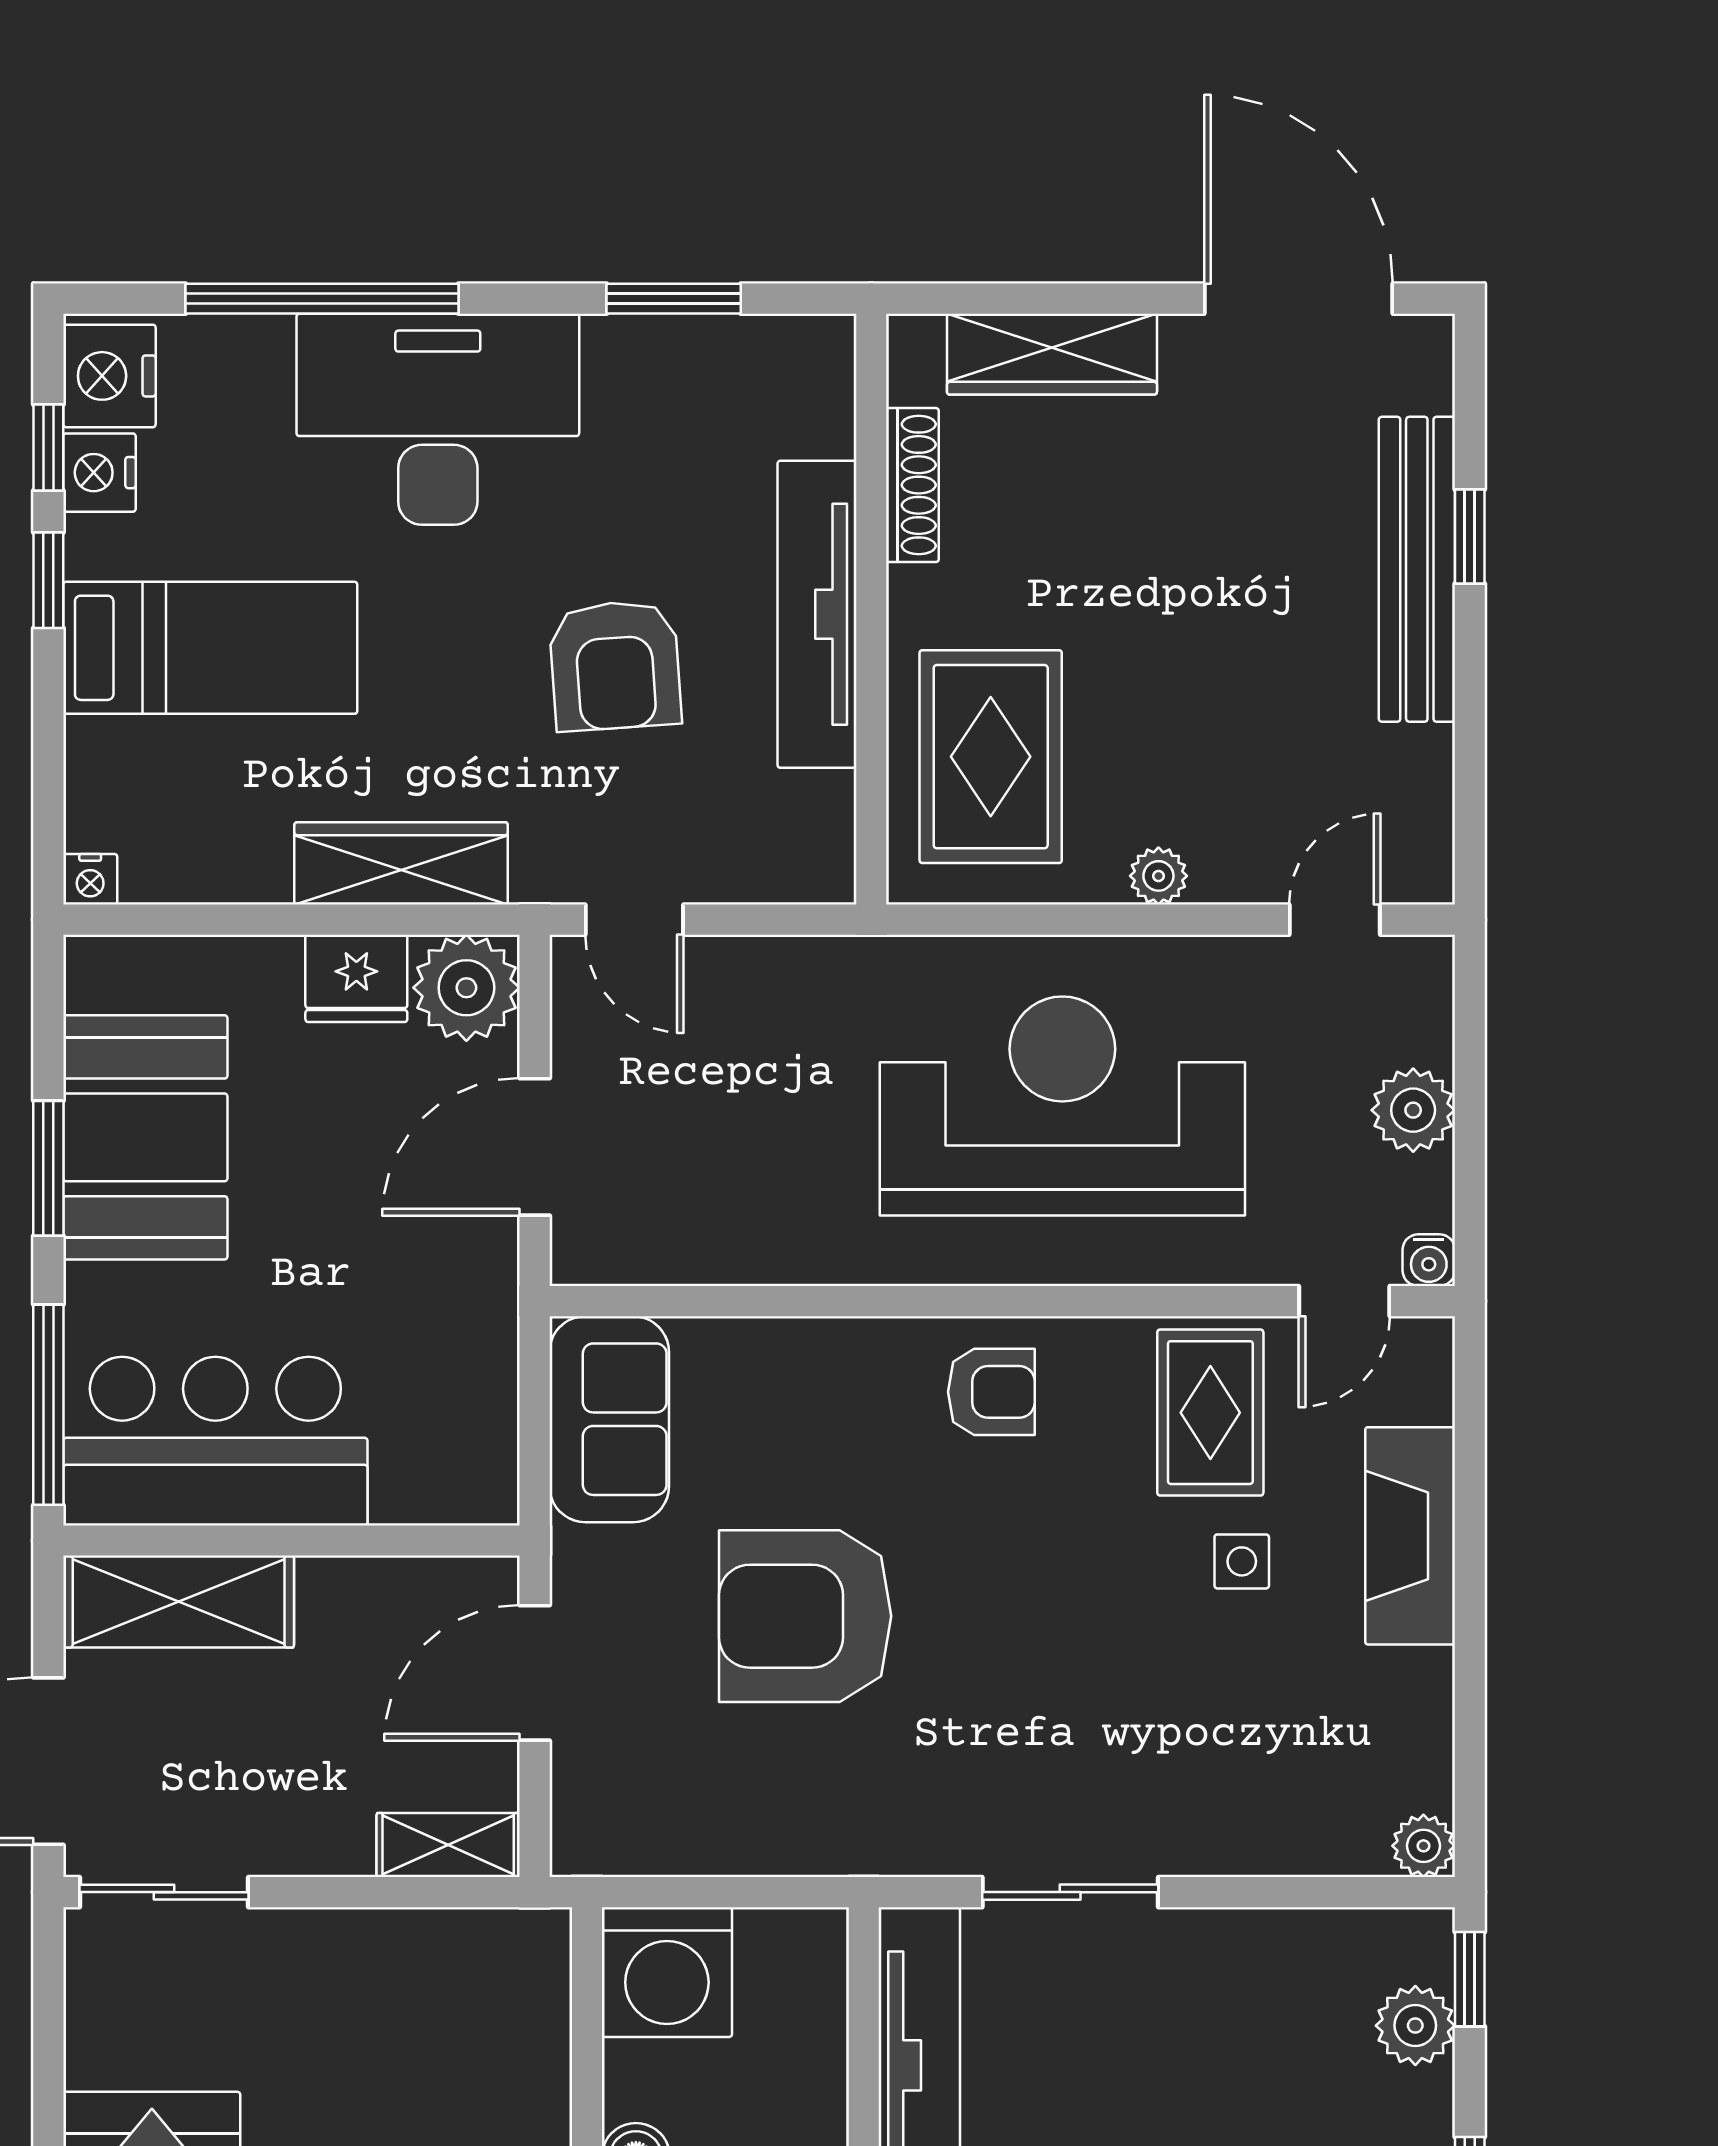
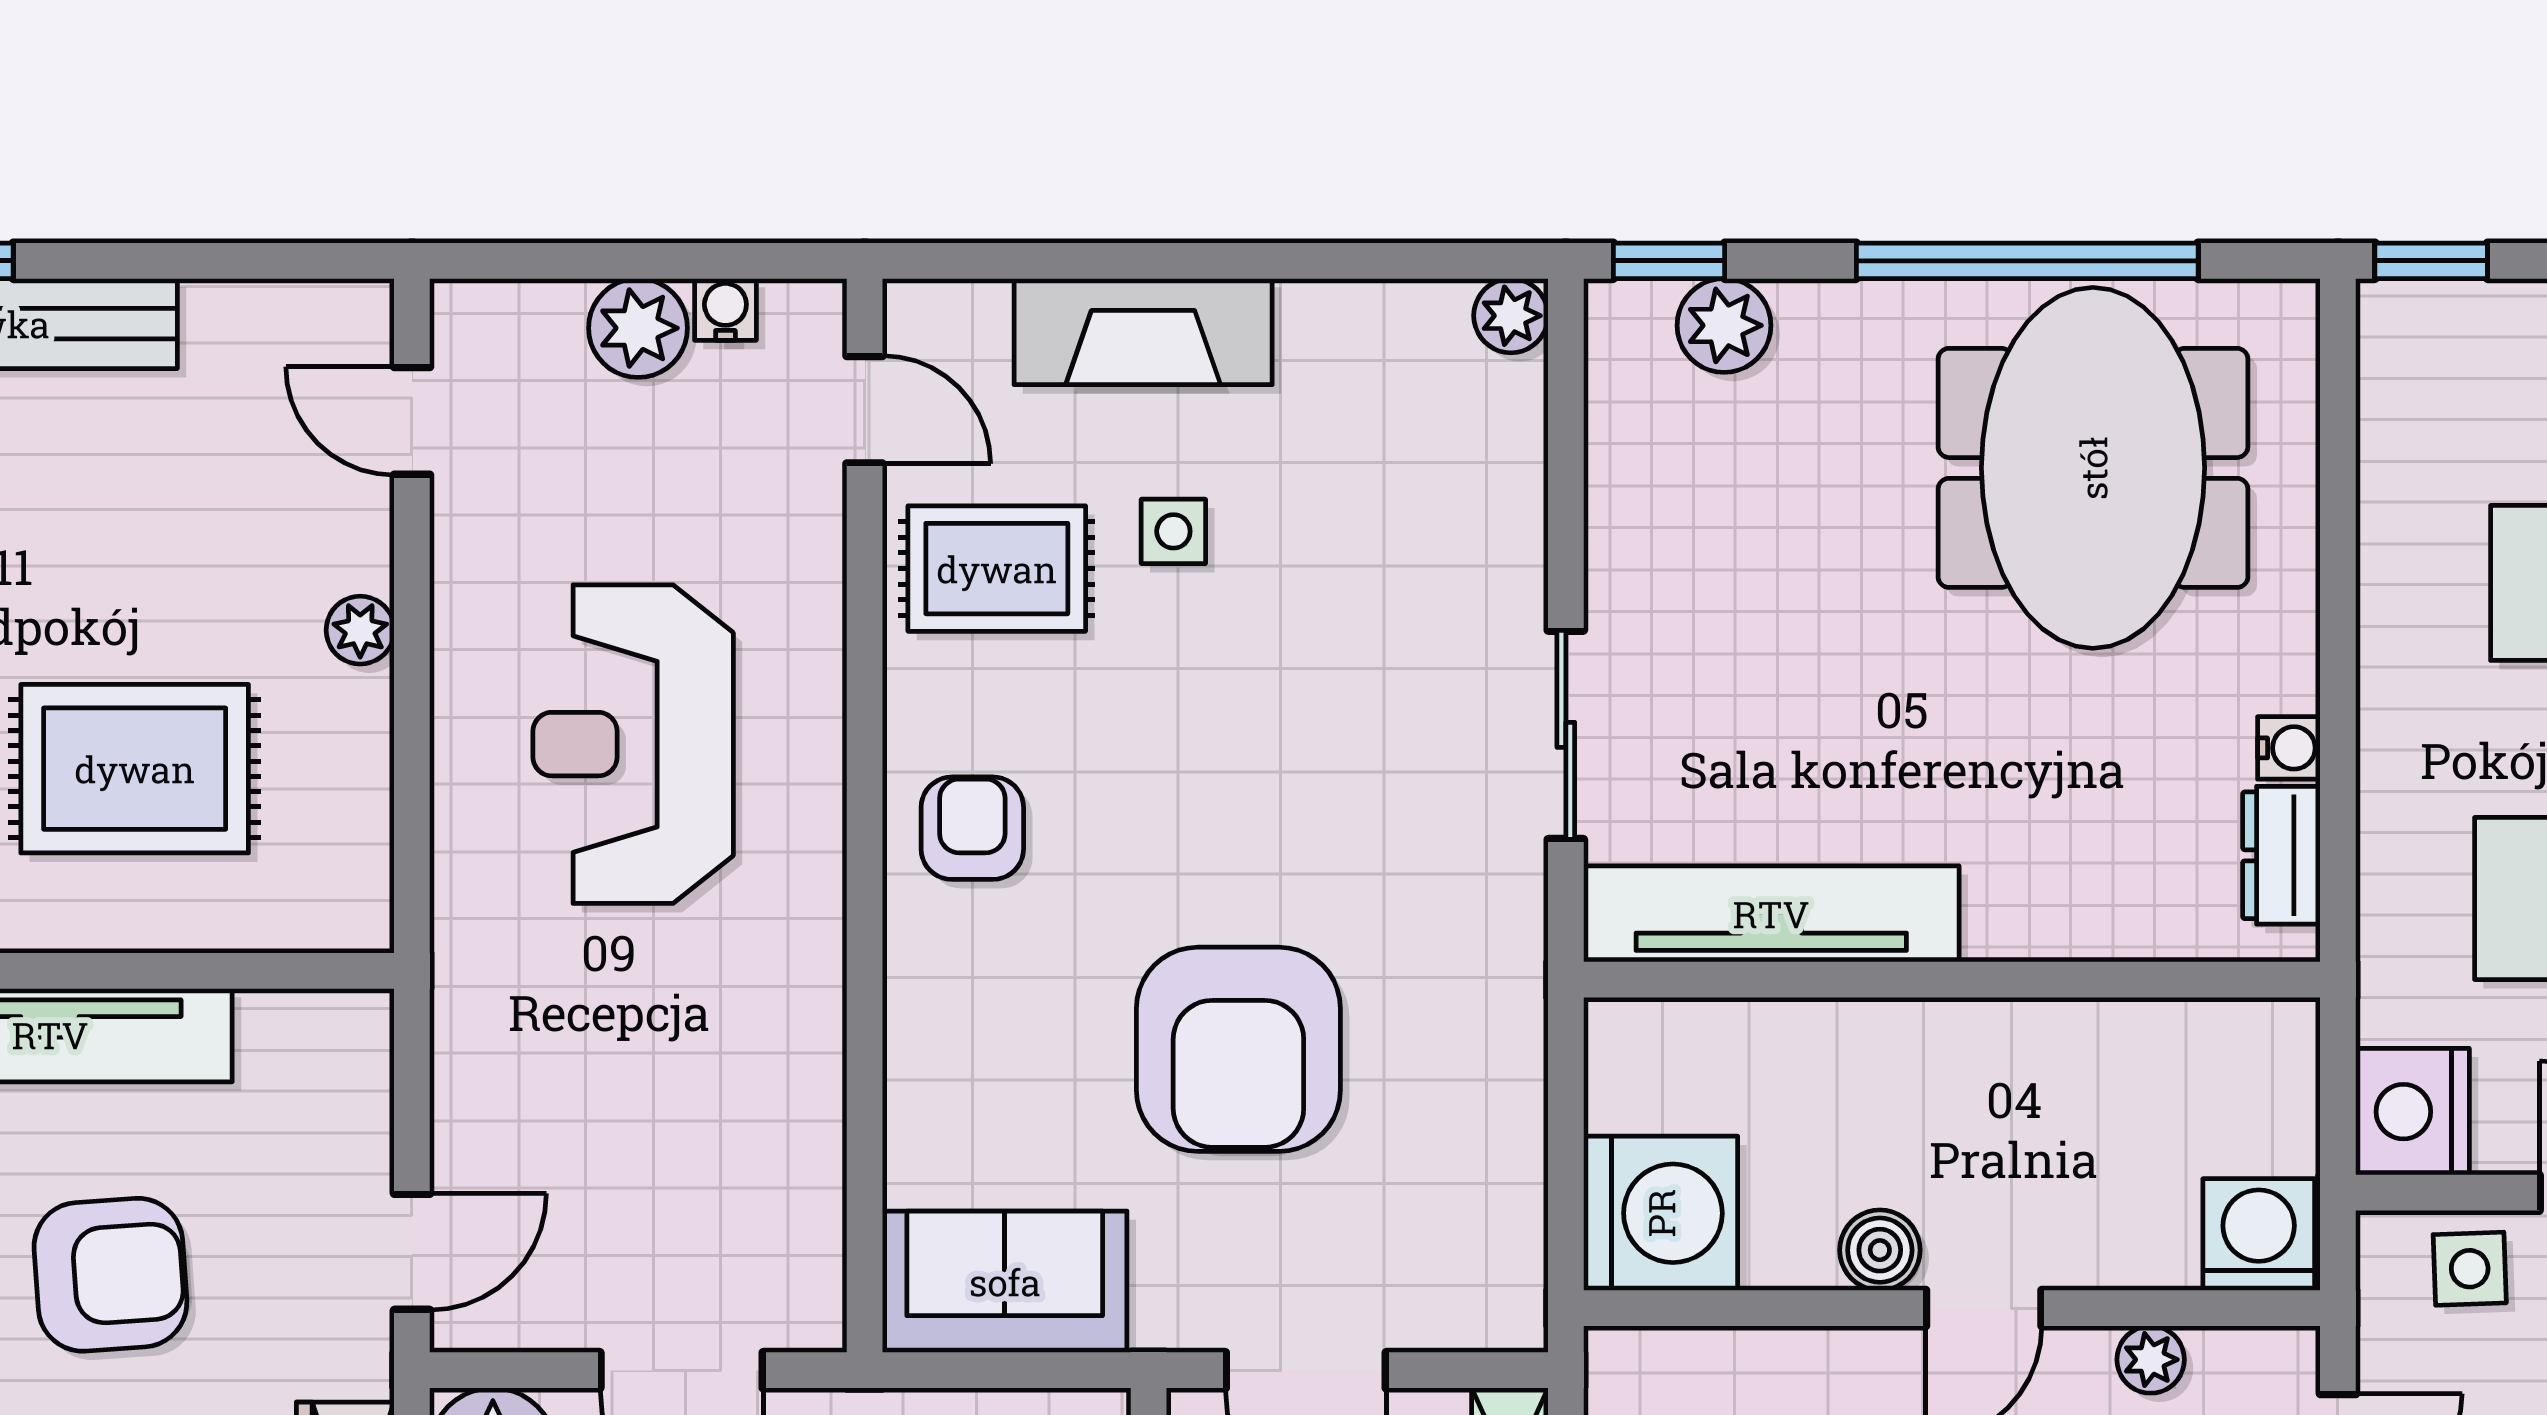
rug: (991, 757) -> (135, 769), moved
reception desk: (1062, 1106) -> (633, 744), width x0.74, depth x0.77
water cooler: (1429, 1260) -> (725, 309), moved, turned -90

